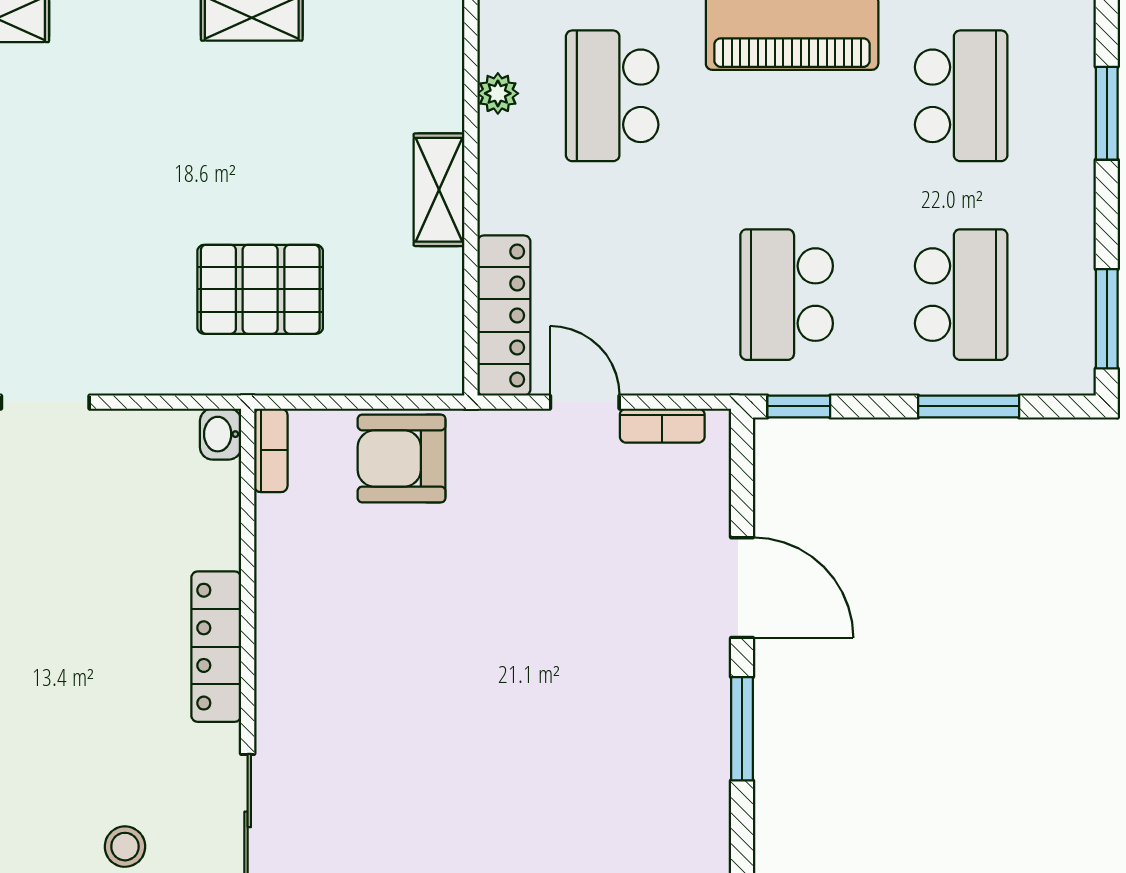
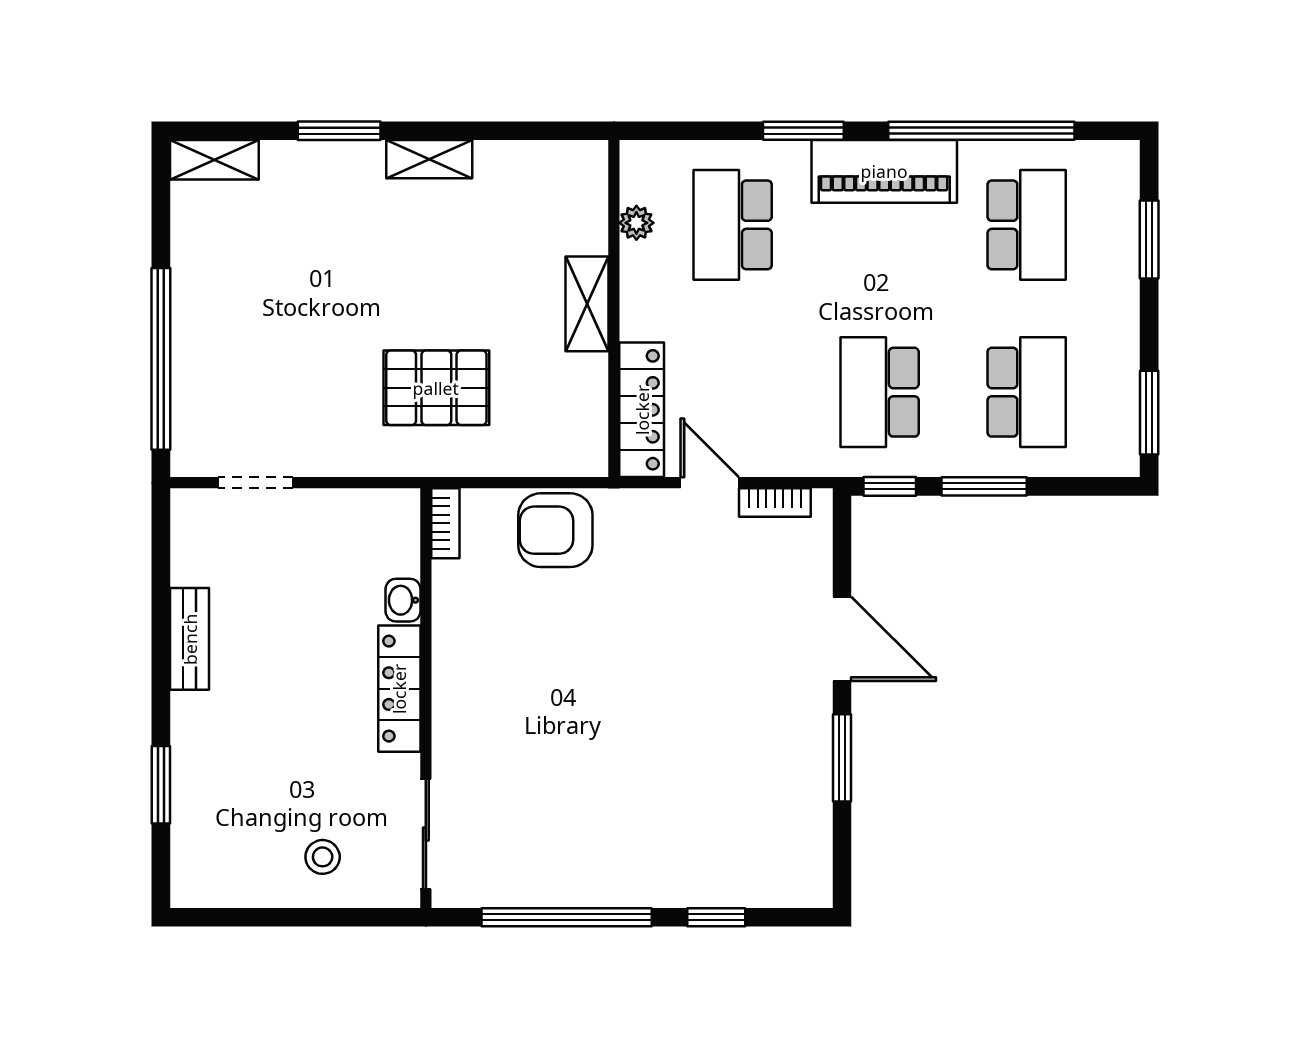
window: (969, 406) -> (984, 486), moved
washbasin: (221, 434) -> (403, 600), moved

